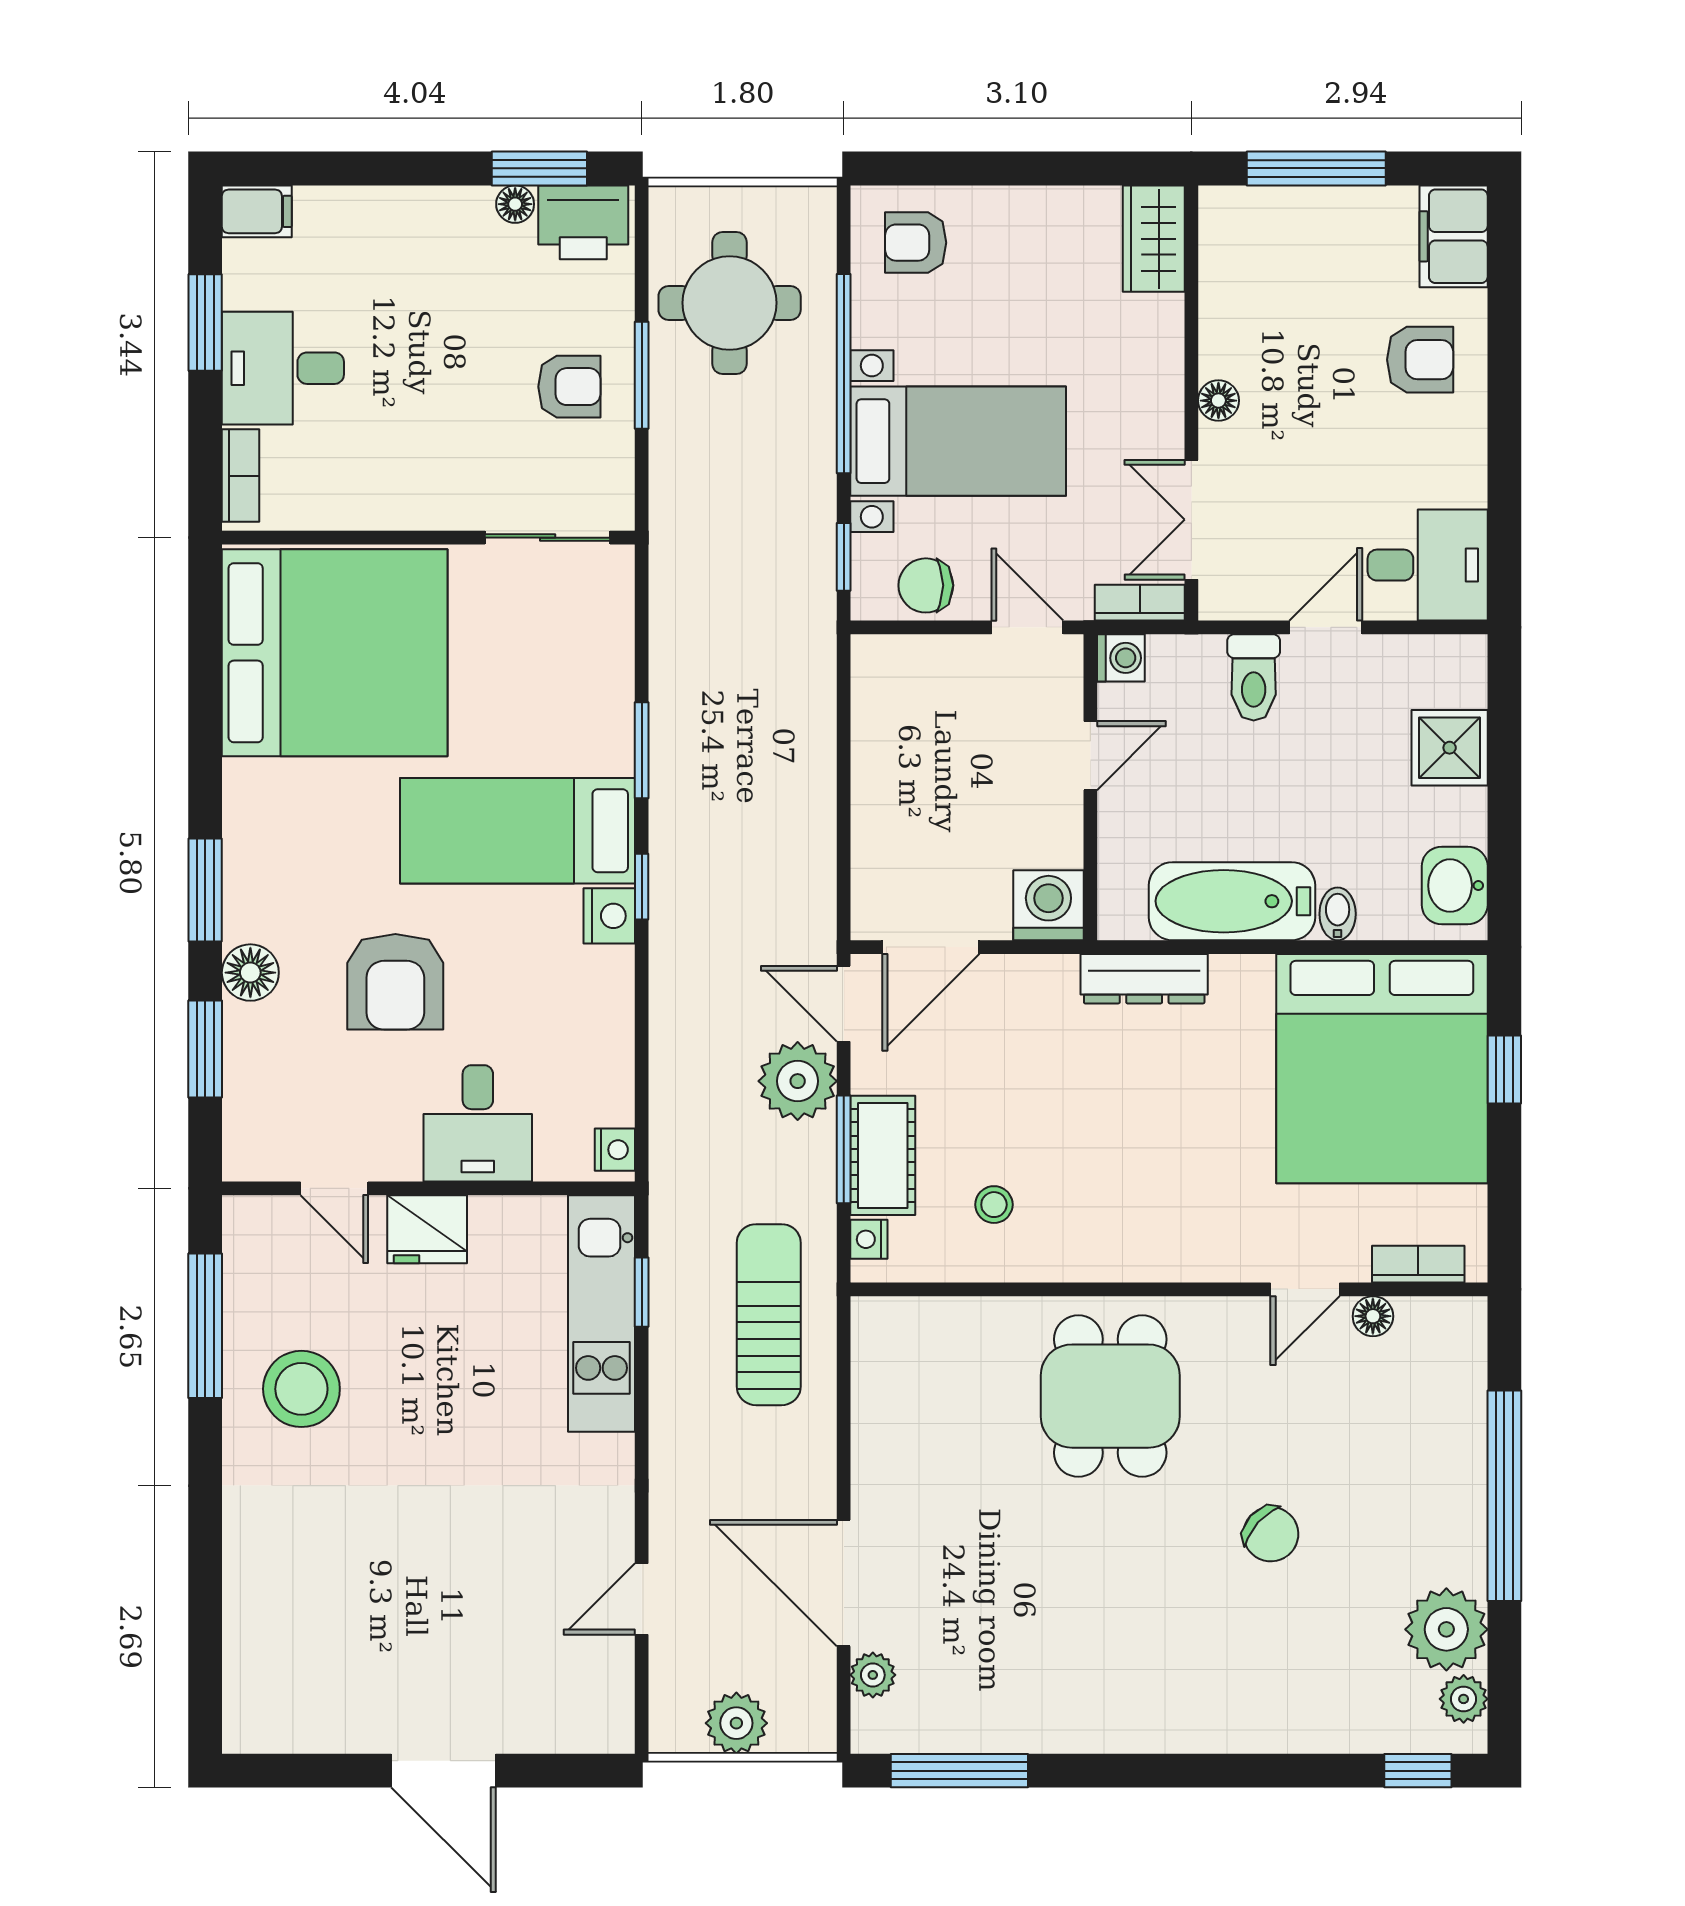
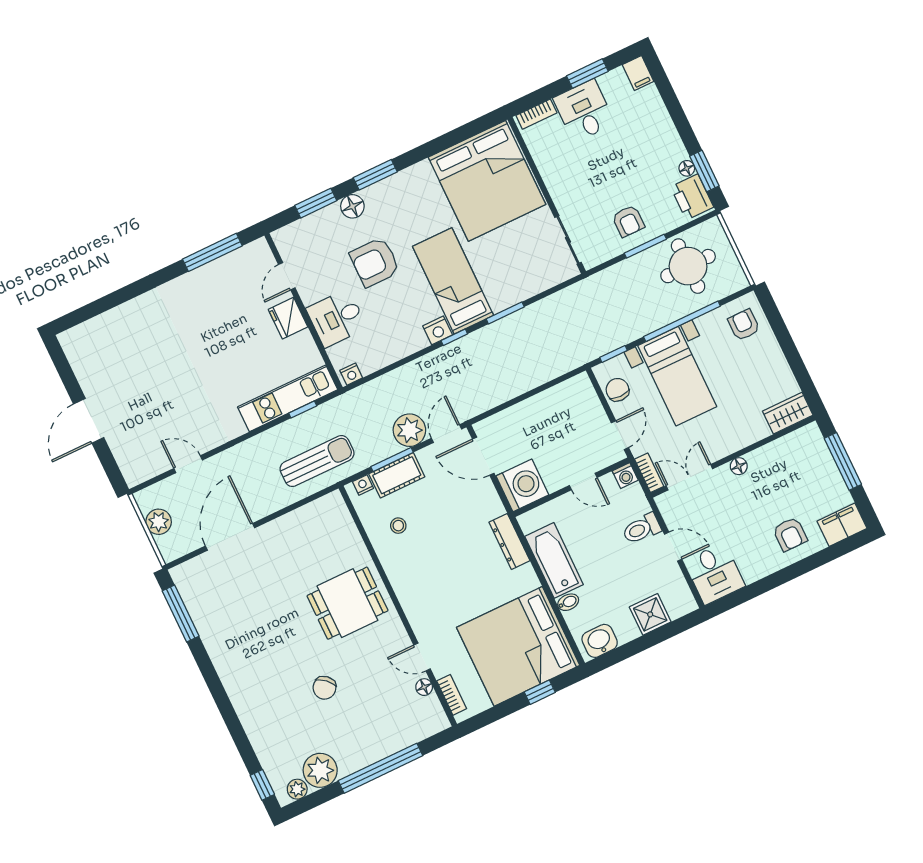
washing machine: (1048, 905) -> (522, 485), width x1.37, depth x1.37
stool: (301, 1389) -> (206, 300), removed
plant: (873, 1675) -> (201, 564), removed

